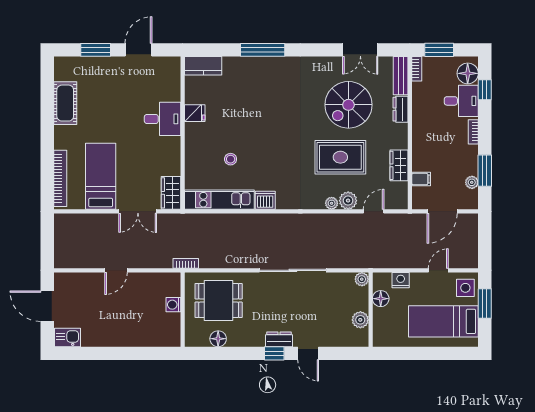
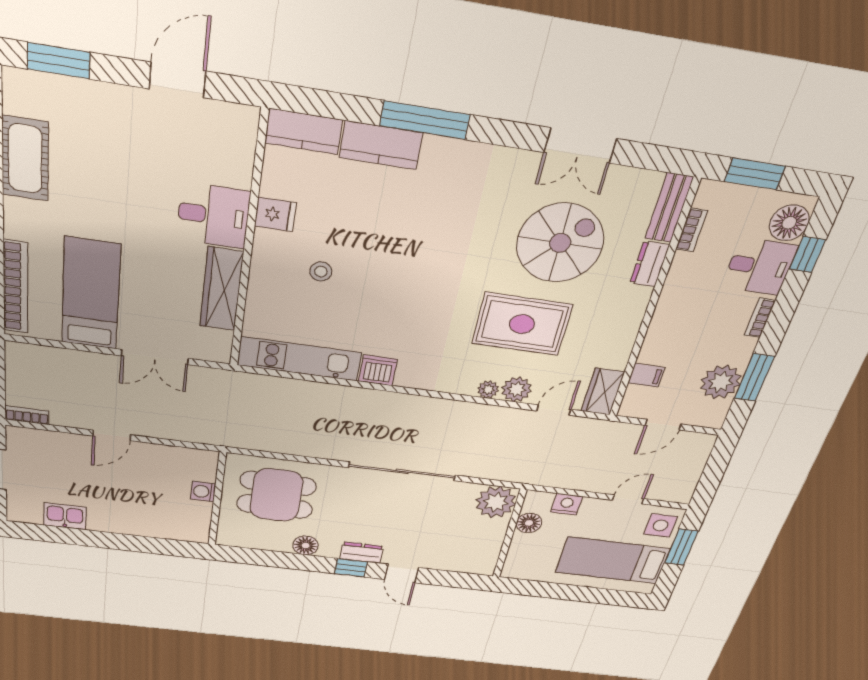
window: (96, 50) -> (59, 61), moved
double door: (360, 50) -> (580, 145), moved
kitchen counter: (243, 66) -> (381, 145), added
bookcase: (417, 69) -> (692, 230), moved
spiral stairs: (348, 105) -> (560, 243), turned 180
stool: (231, 159) -> (321, 271), moved
wardrobe: (399, 165) -> (603, 392), moved
plant: (472, 182) -> (721, 382), width x1.88, depth x1.88
wardrobe: (171, 193) -> (222, 289), moved, width x1.50
door: (442, 211) -> (663, 425), width x0.73
bookcase: (186, 263) -> (27, 415), moved
plant: (362, 279) -> (496, 502), width x1.88, depth x1.88
plant: (360, 320) -> (490, 544), removed
kitchen sink: (67, 337) -> (65, 516), moved
floor lamp: (218, 339) -> (306, 545), moved

